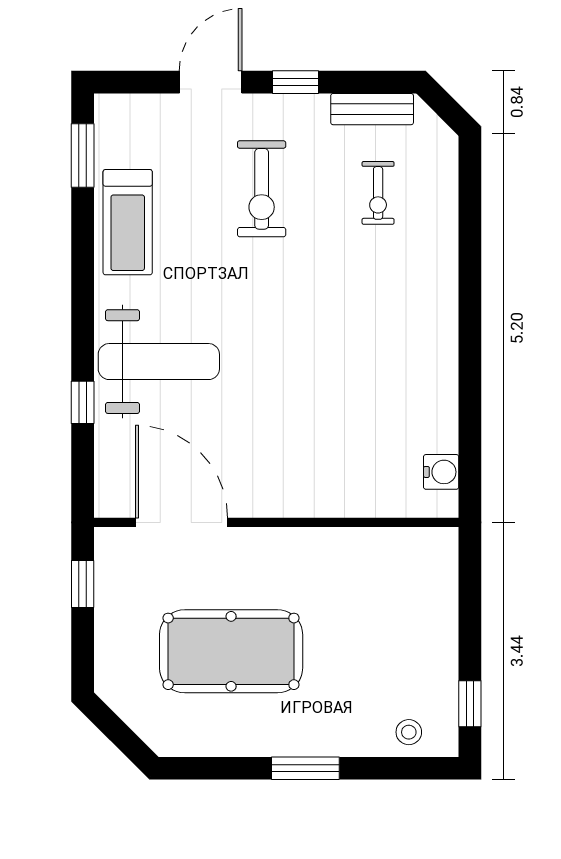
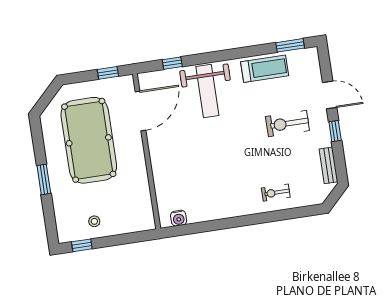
exercise bike: (378, 193) -> (276, 193), moved
treadmill: (128, 222) -> (265, 69), turned 180
window: (83, 402) -> (172, 63), moved
pool table: (231, 651) -> (89, 140), width x1.36, depth x1.32
stool: (409, 732) -> (94, 221), moved

